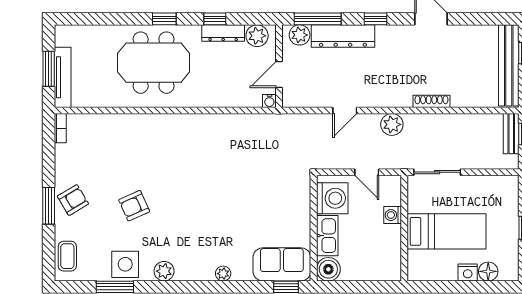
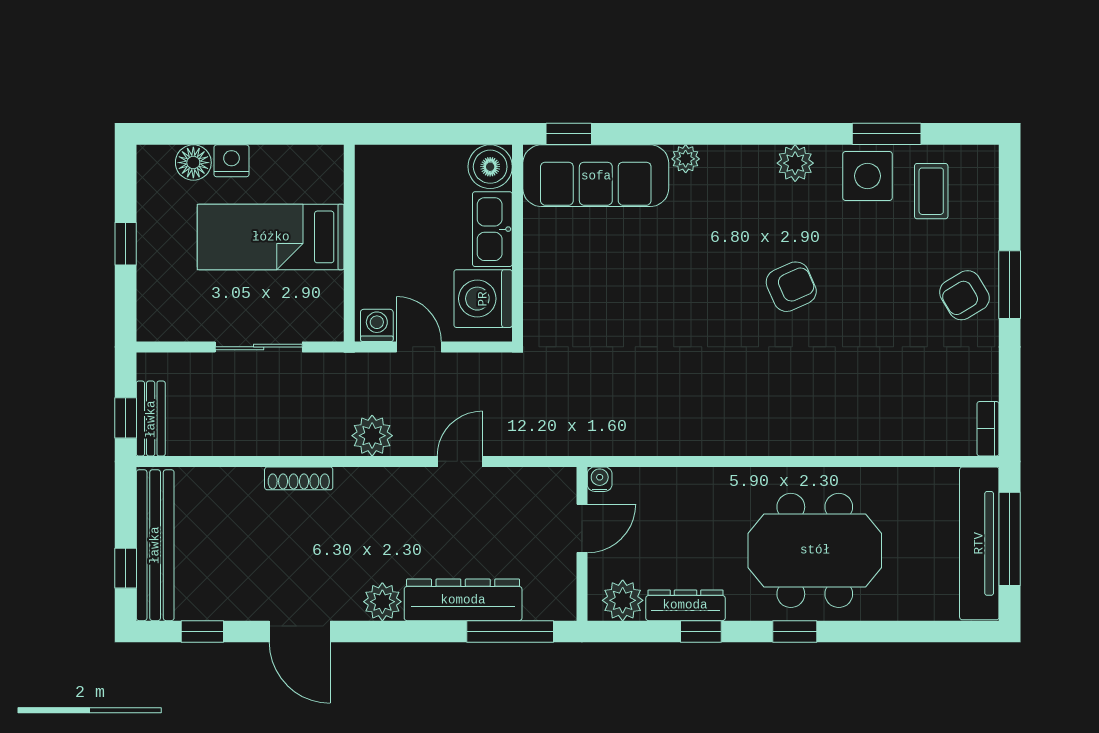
window: (376, 19) -> (202, 631), moved
plant: (300, 35) -> (382, 602), moved
window: (49, 69) -> (1010, 539), width x1.44
tv unit: (63, 77) -> (979, 543), width x1.36, depth x1.29
sliding door: (437, 172) -> (259, 347), moved
armchair: (134, 206) -> (791, 287), moved
washing machine: (393, 215) -> (377, 325), moved, turned -90
coffee table: (67, 256) -> (931, 191), moved
sofa: (282, 264) -> (596, 176), width x1.36

